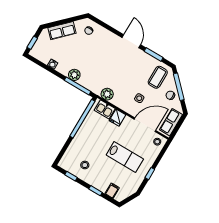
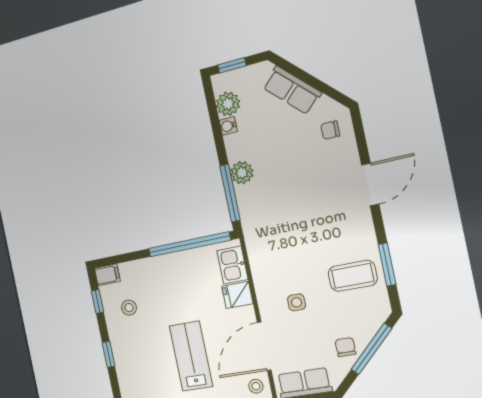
door: (131, 41) -> (370, 185), moved
coffee table: (158, 77) -> (353, 276), moved
plant: (107, 94) -> (228, 104), moved
door: (145, 125) -> (264, 346), swing flipped
lab bench: (125, 157) -> (191, 356), turned 180
filing cabinet: (112, 191) -> (107, 275), moved

